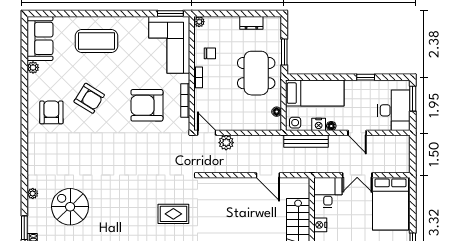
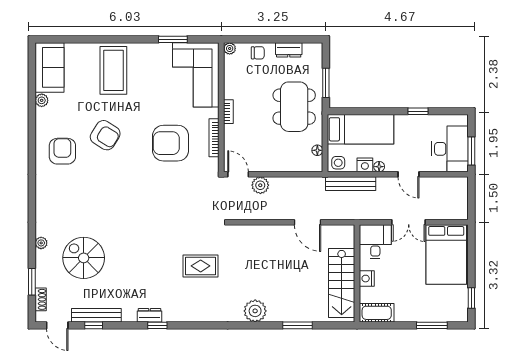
window: (170, 14) -> (173, 39), moved
coffee table: (97, 41) -> (113, 70), turned 90
chair: (210, 53) -> (258, 53), moved
window: (413, 99) -> (471, 151), moved

